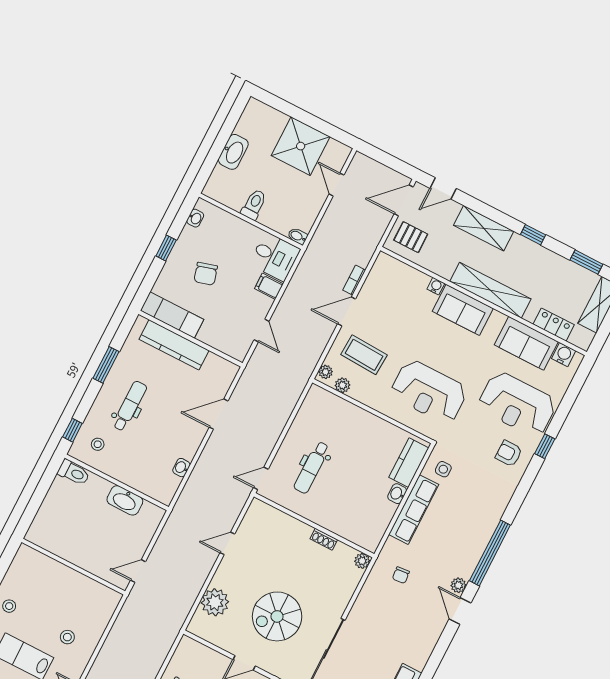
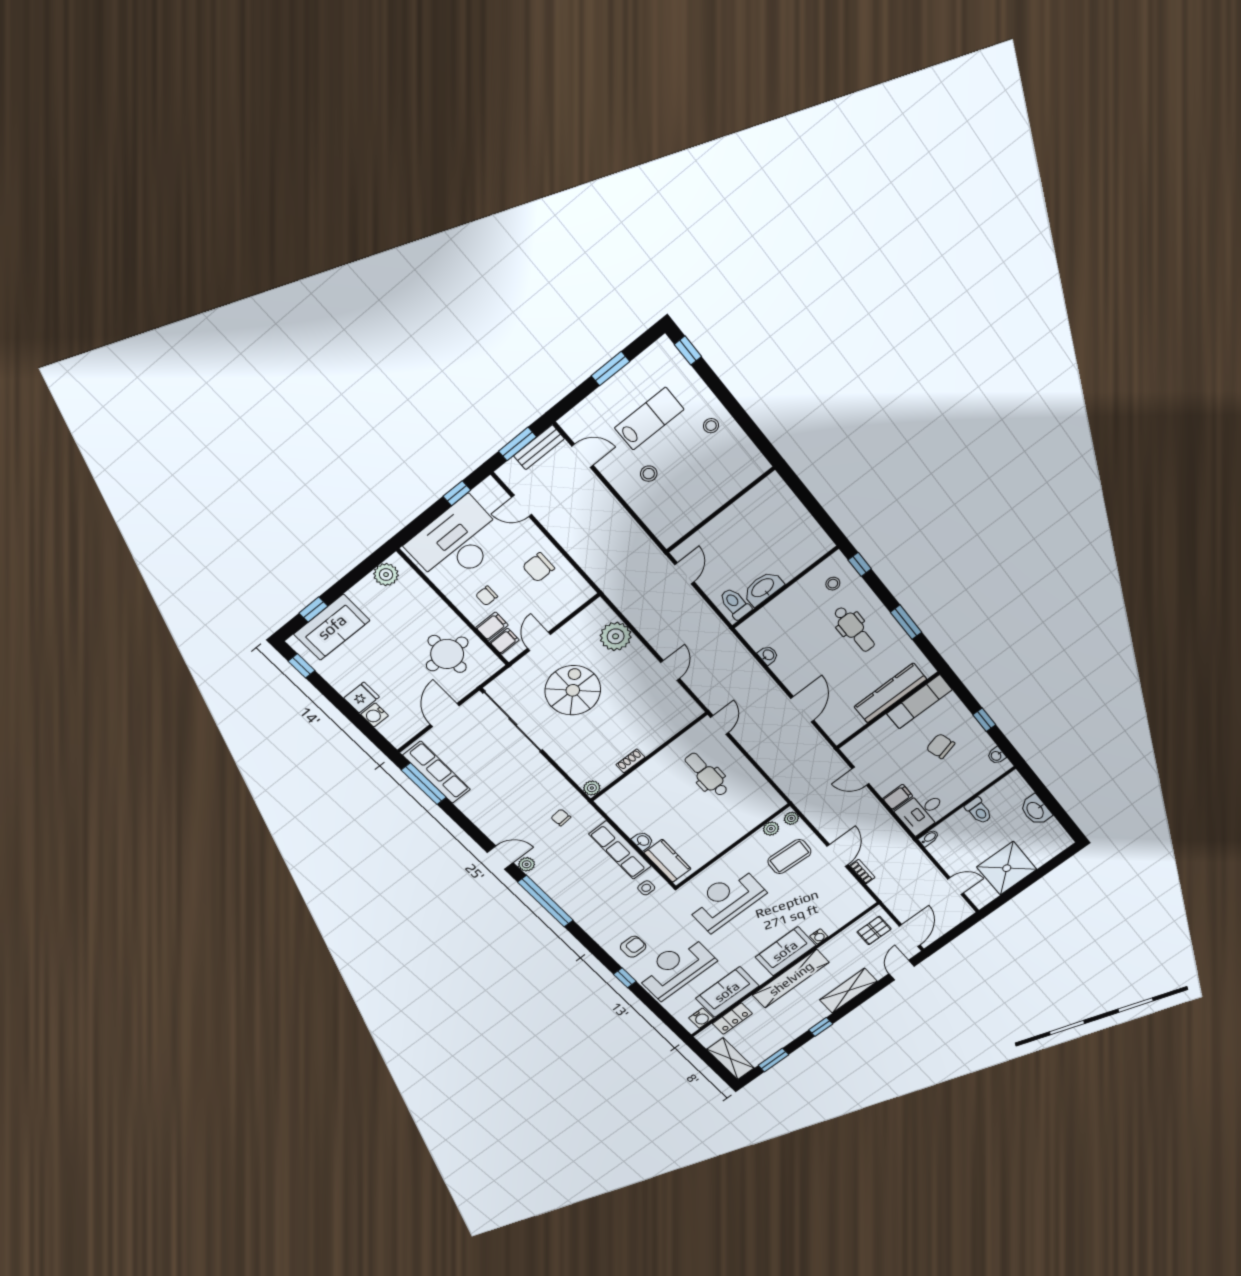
toilet: (74, 473) -> (735, 604), moved, turned 90

